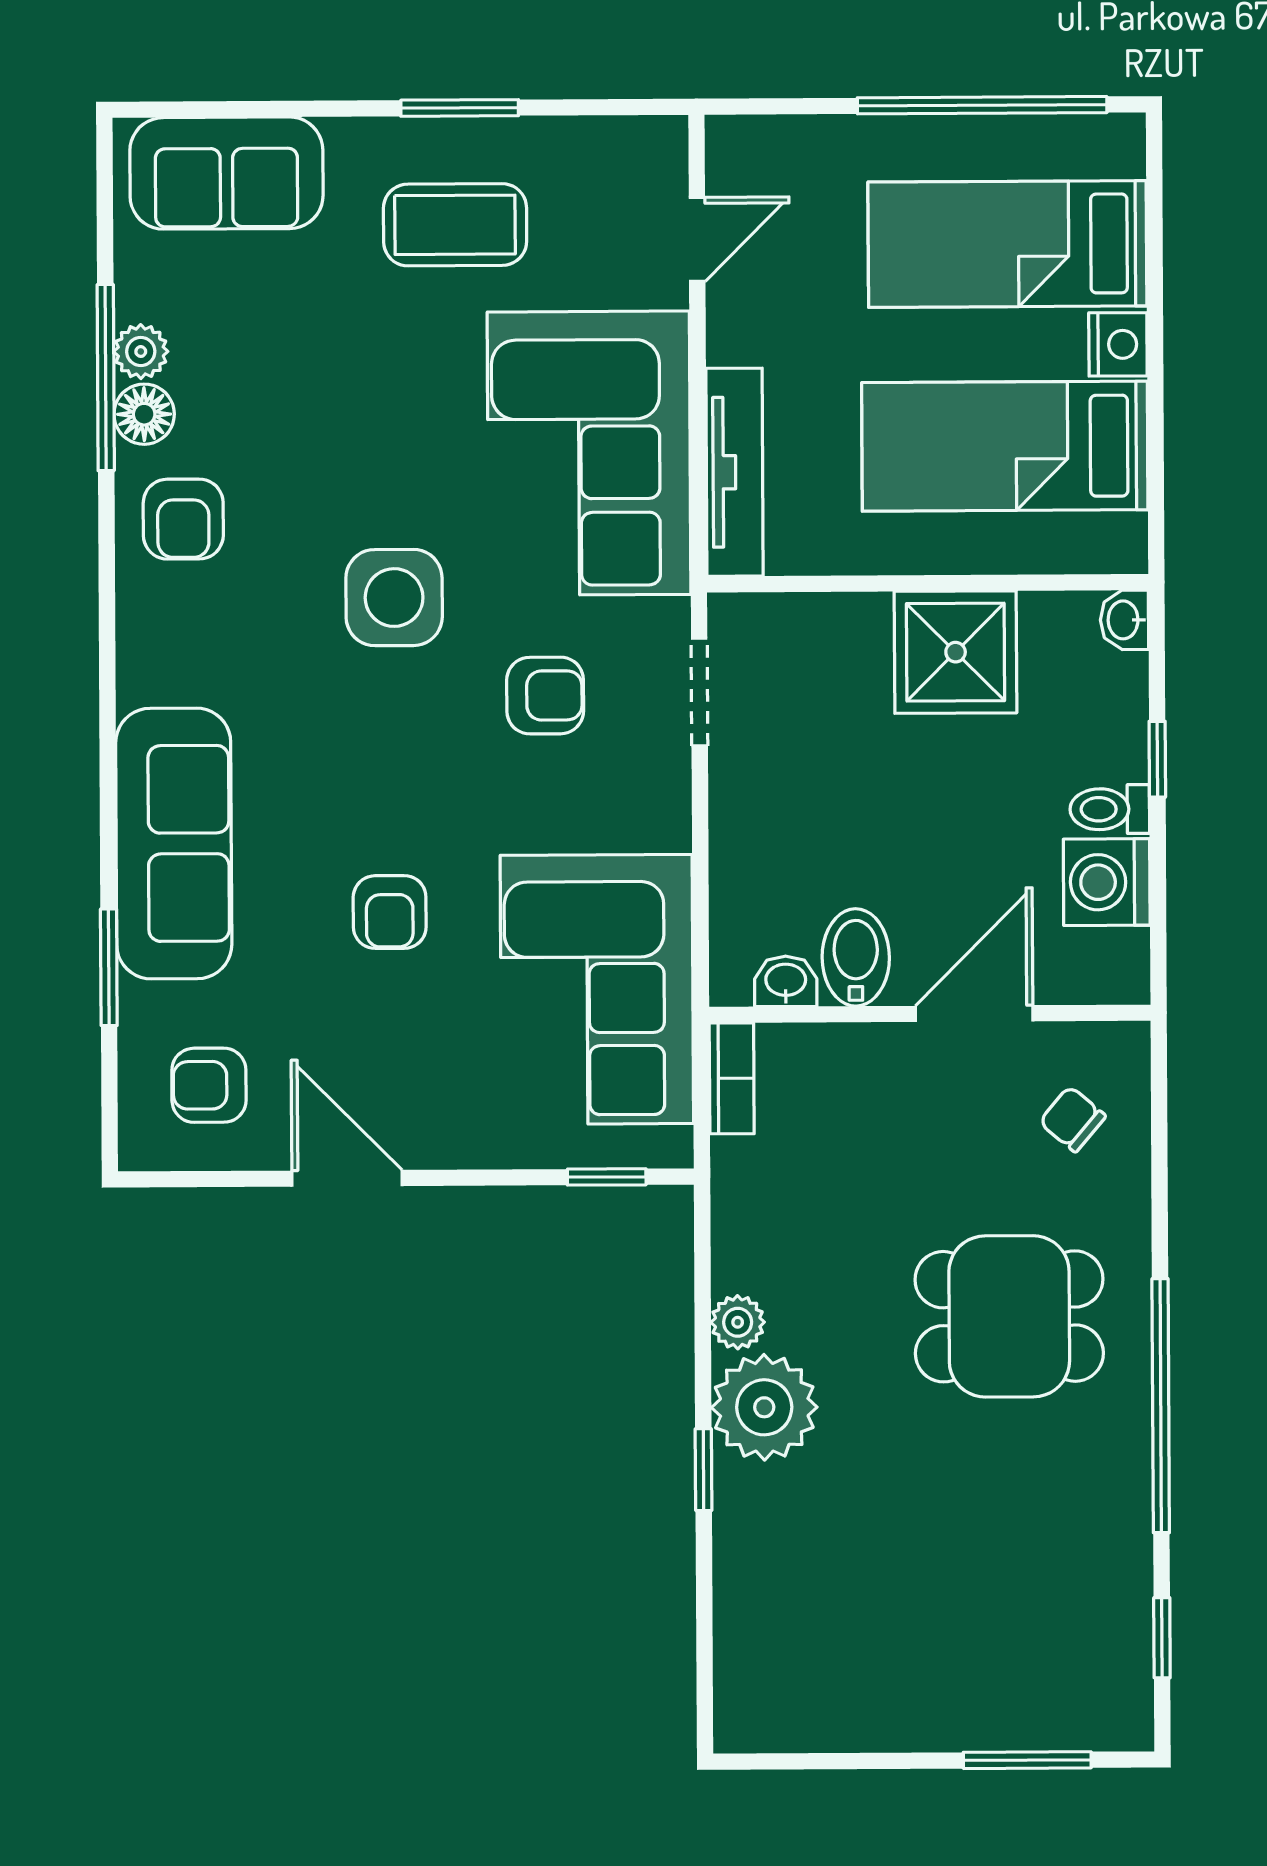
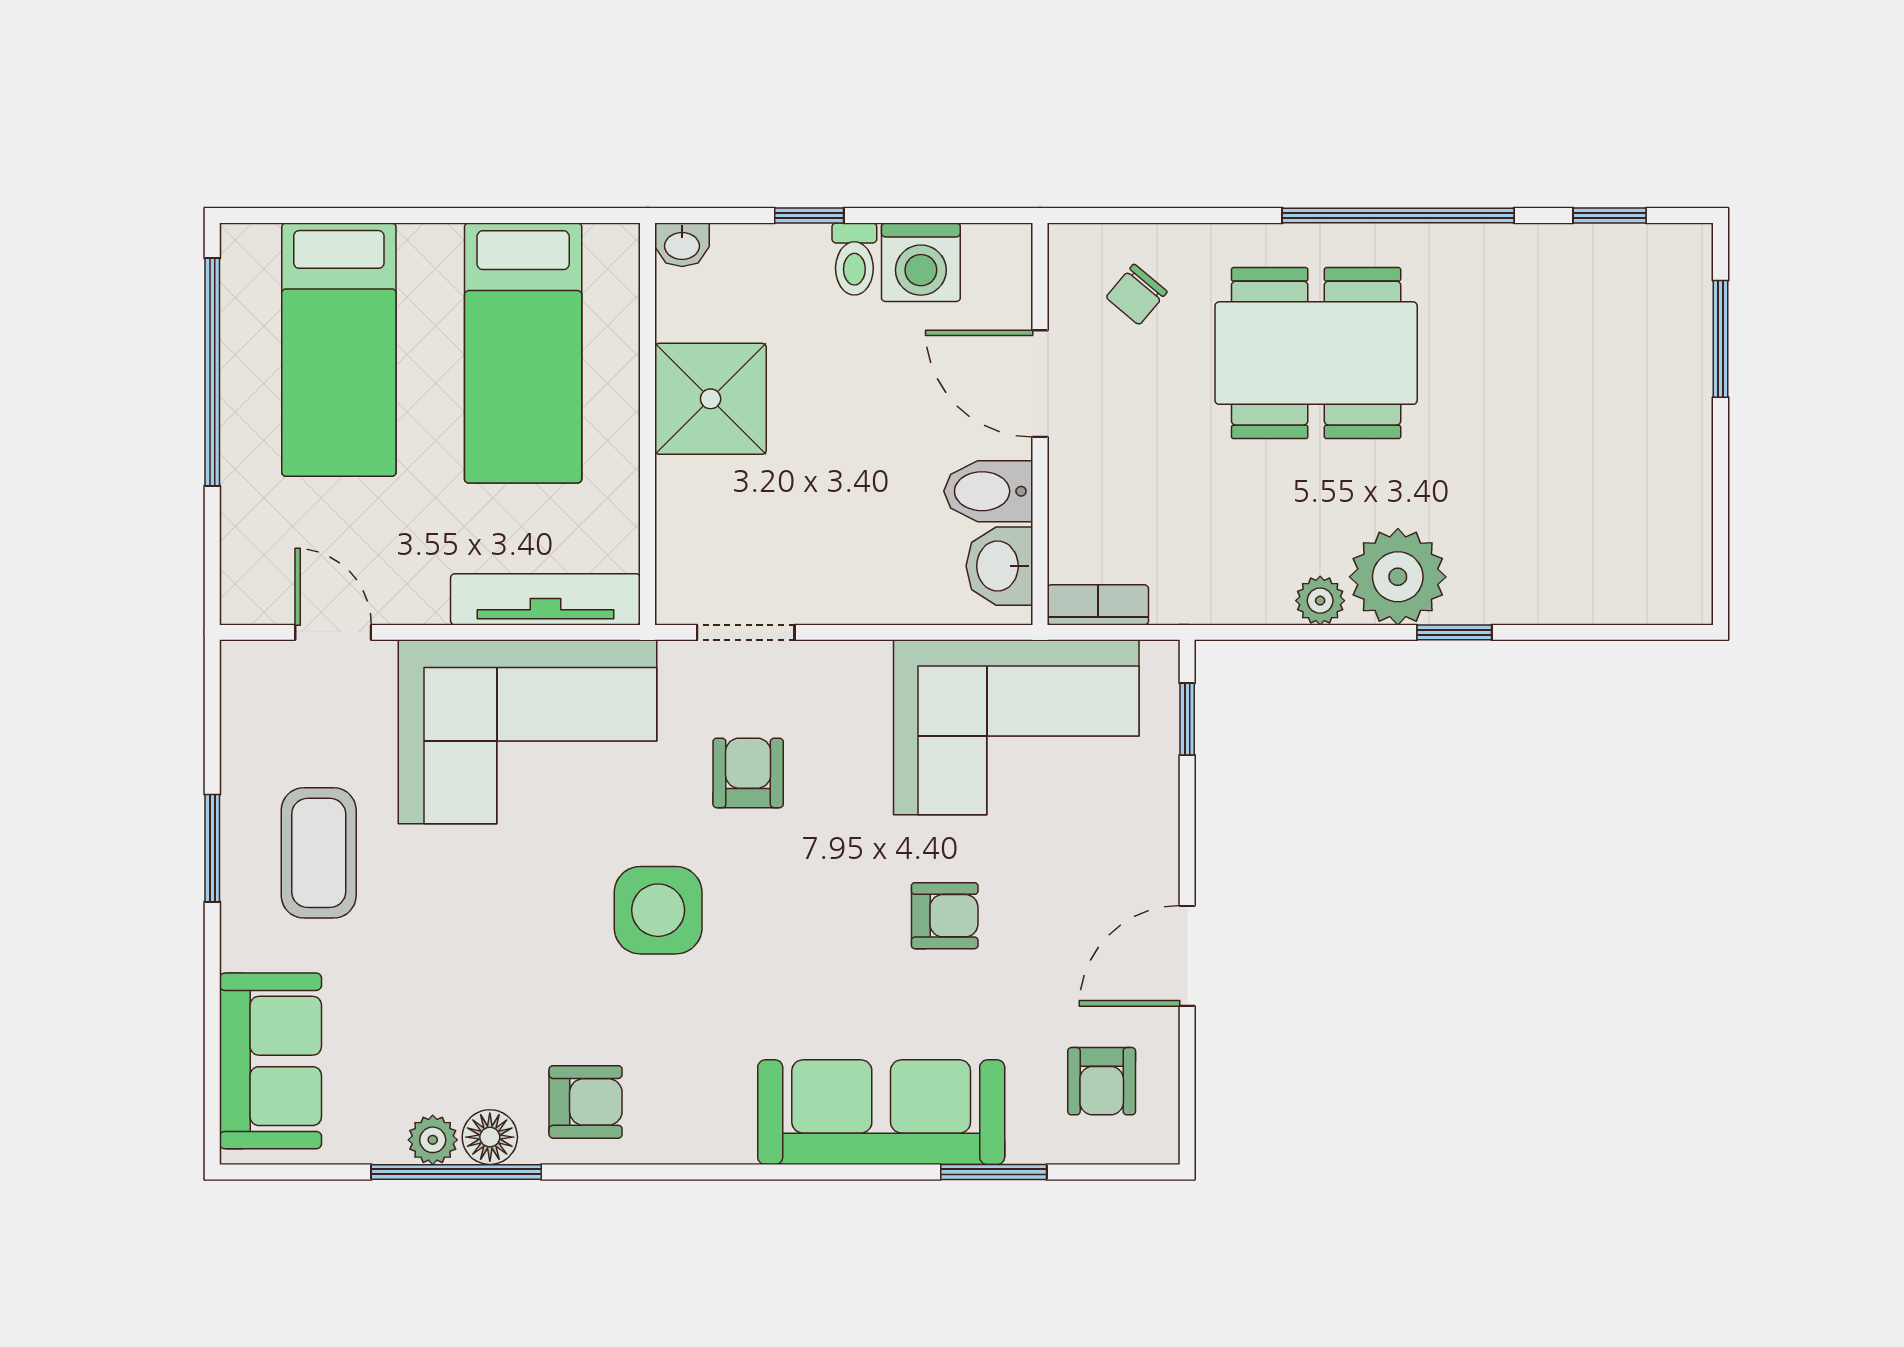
nightstand: (1118, 344) -> (431, 249), removed
washbasin: (786, 981) -> (999, 566), width x1.38, depth x1.45
dining table: (1009, 1316) -> (1316, 353), width x1.38

